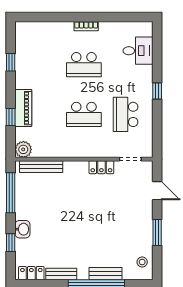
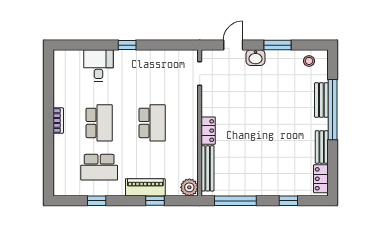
desk: (138, 51) -> (98, 65), moved
school desk: (126, 114) -> (99, 167), moved
locker: (101, 167) -> (208, 131), moved
washbasin: (22, 229) -> (256, 58), moved, turned 180

